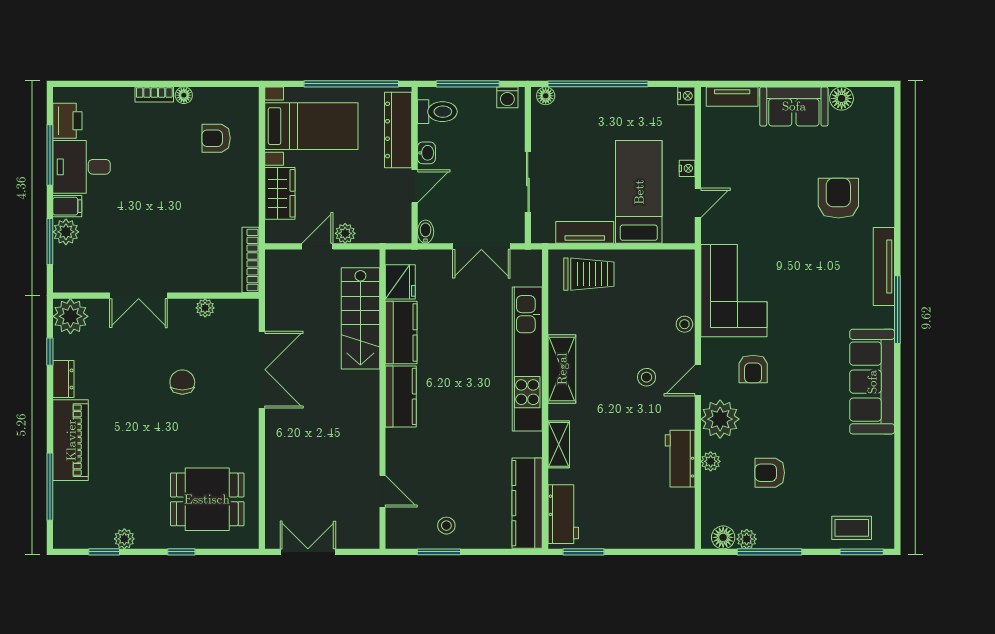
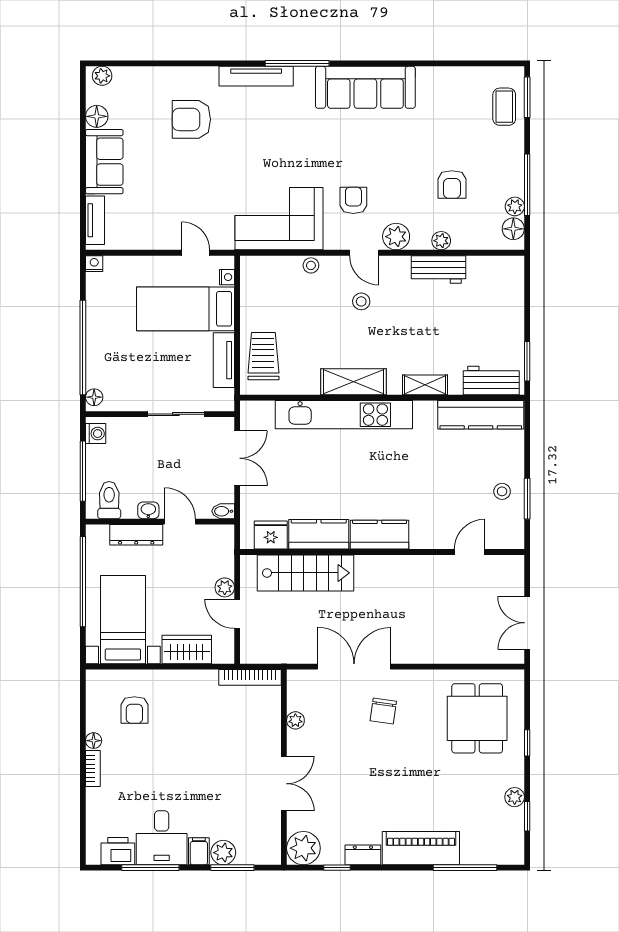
plant: (884, 104) -> (102, 76), added
dresser: (398, 130) -> (136, 535), width x0.73, depth x0.80
nightstand: (687, 168) -> (227, 277), moved, turned 90
armchair: (753, 369) -> (353, 200), turned -90
chair: (182, 382) -> (383, 711), moved, turned -82
plant: (720, 419) -> (396, 237), width x0.73, depth x0.73

